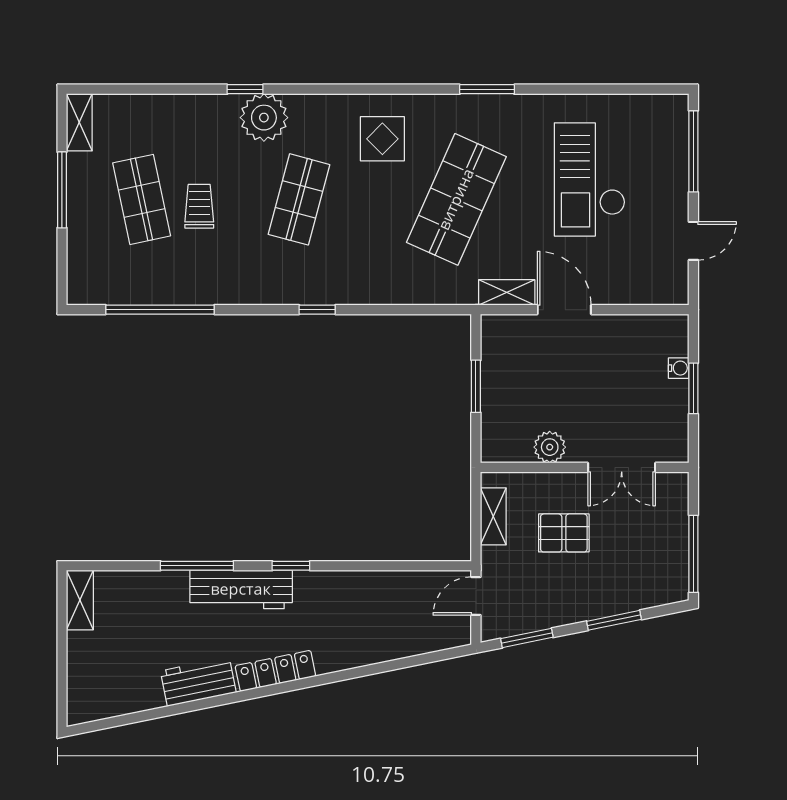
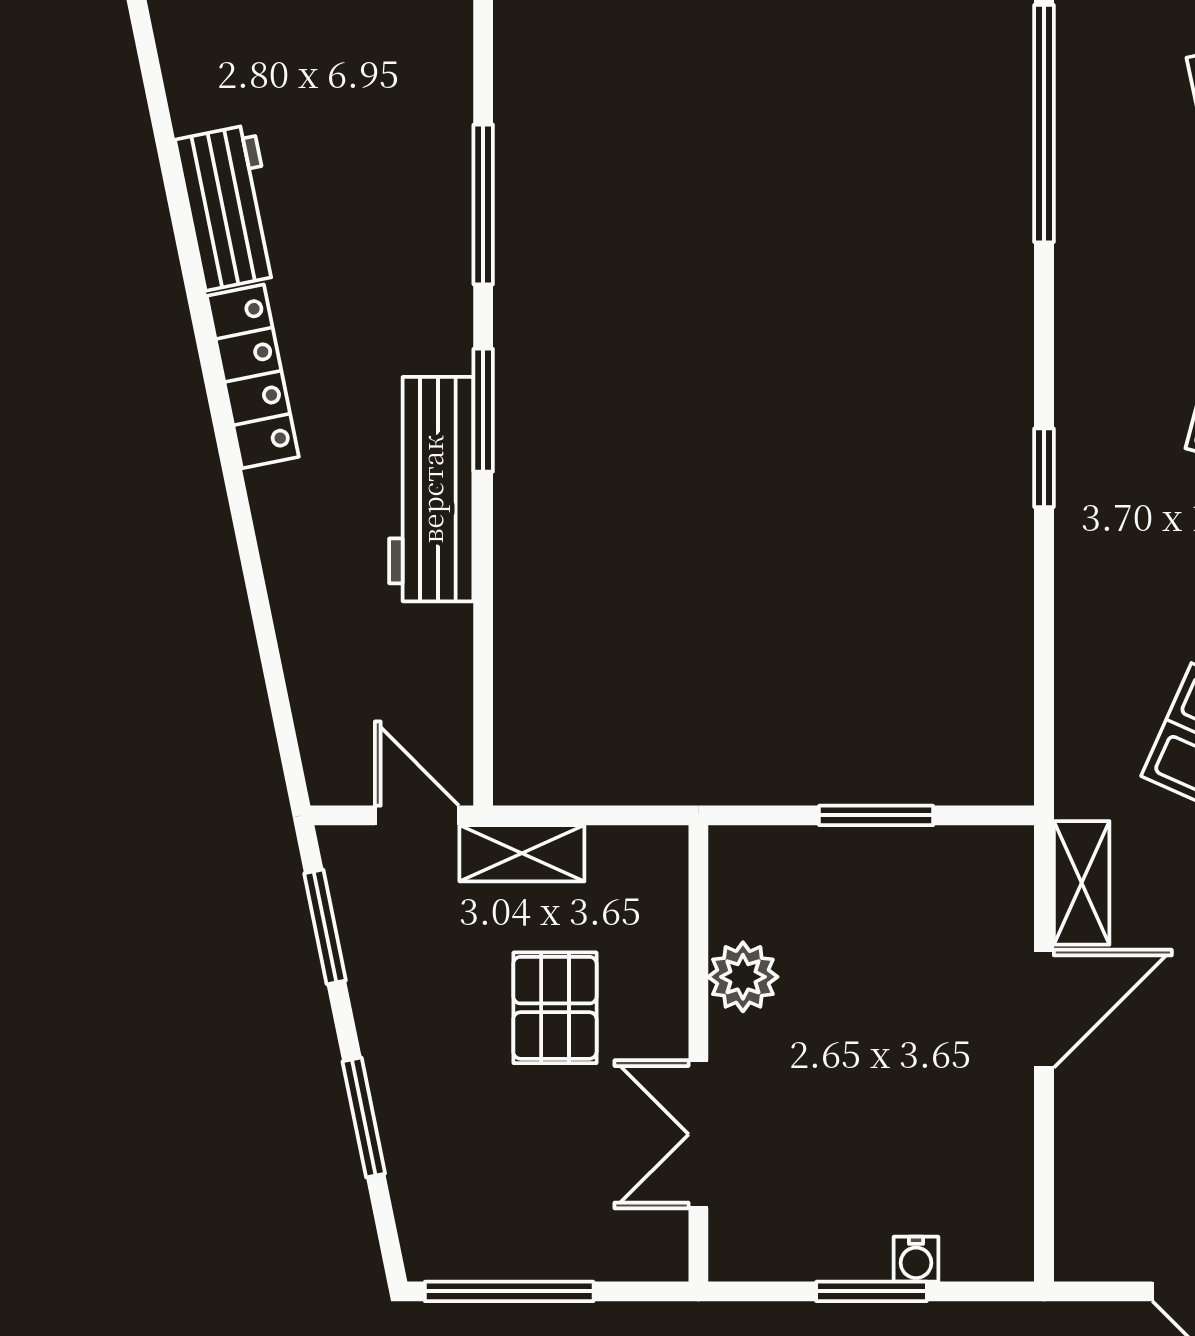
shelving: (493, 516) -> (522, 853), moved
window: (291, 566) -> (483, 410), width x1.50
workbench: (241, 589) -> (431, 489), moved

